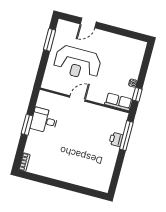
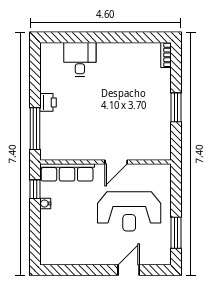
reception desk: (77, 63) -> (129, 211), turned 180
row of seats: (118, 102) -> (67, 172), width x1.48
desk: (44, 121) -> (80, 60), moved, turned -90
printer: (116, 139) -> (48, 102), moved

